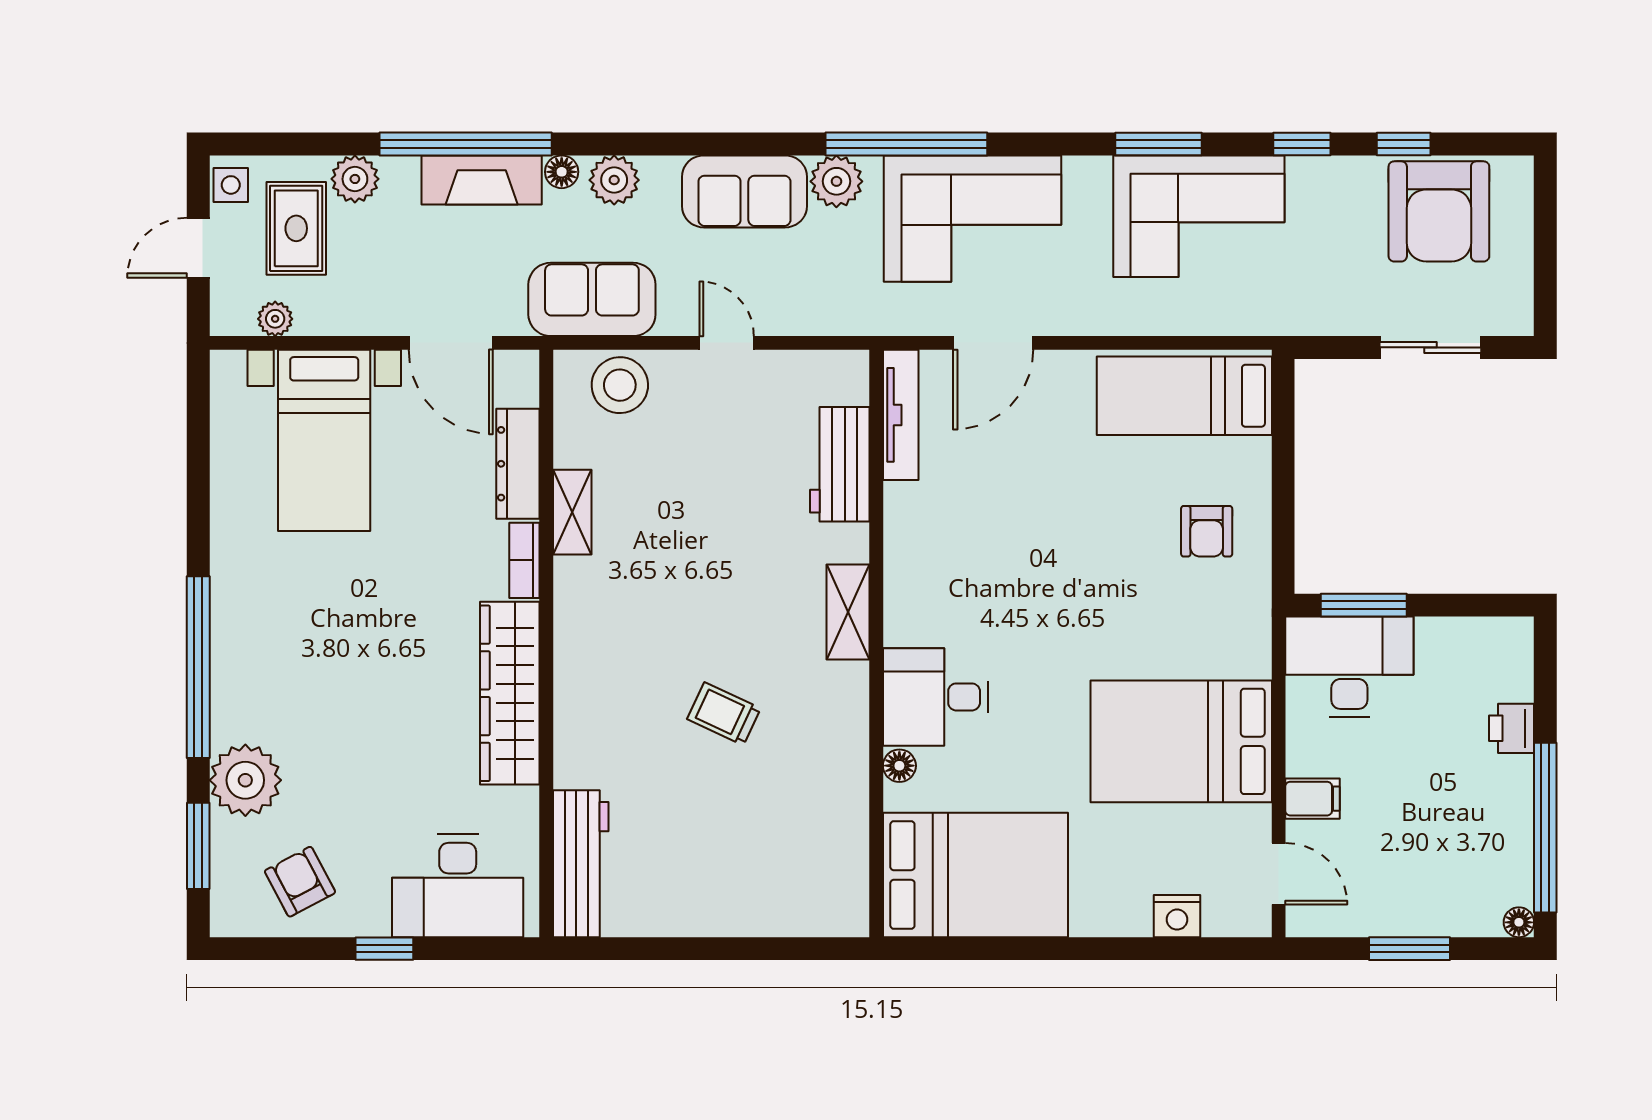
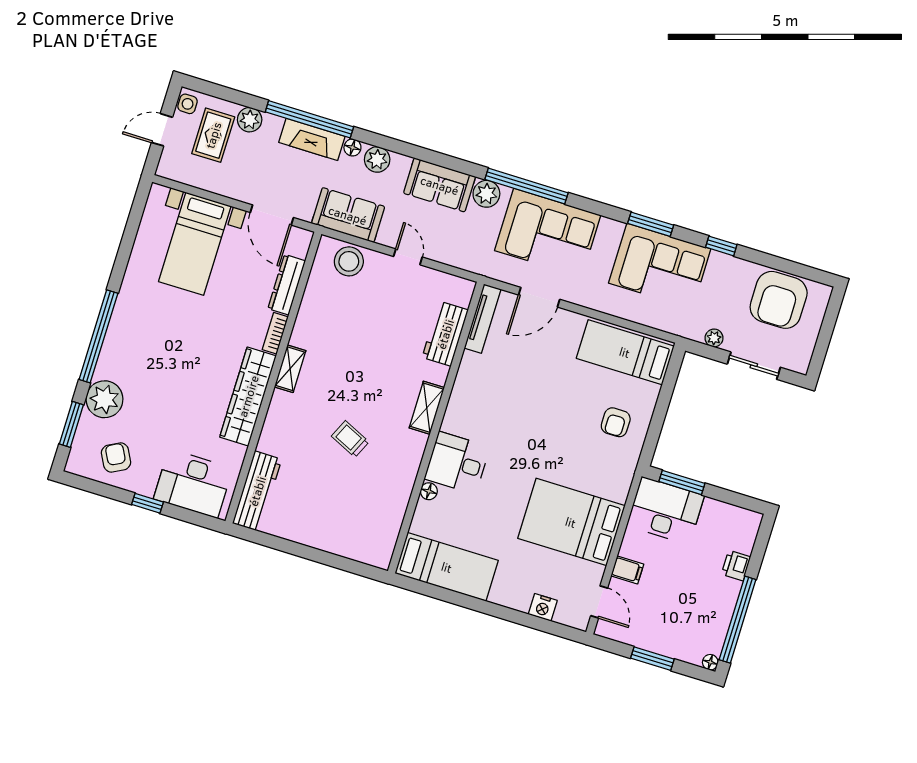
window: (1404, 144) -> (771, 261), removed
plant: (275, 319) -> (714, 338), moved
shelving: (572, 512) -> (290, 369), moved
bed: (975, 875) -> (447, 567), width x0.67

